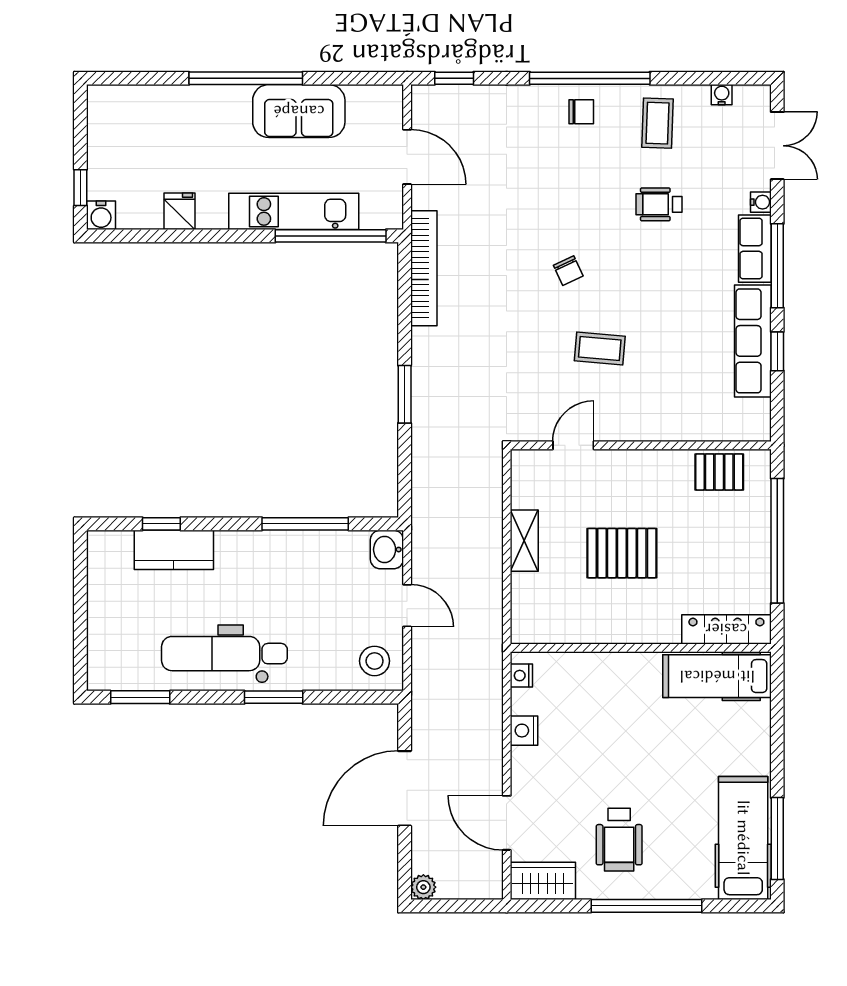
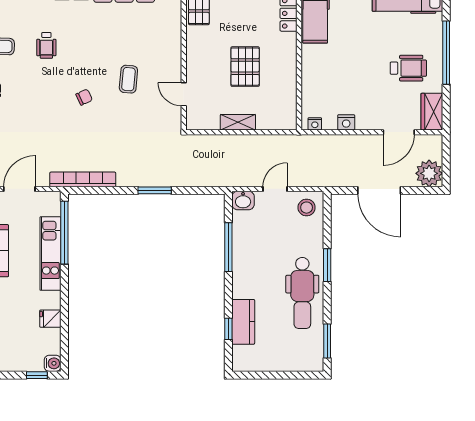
plant: (423, 887) -> (429, 173), width x1.87, depth x1.87

